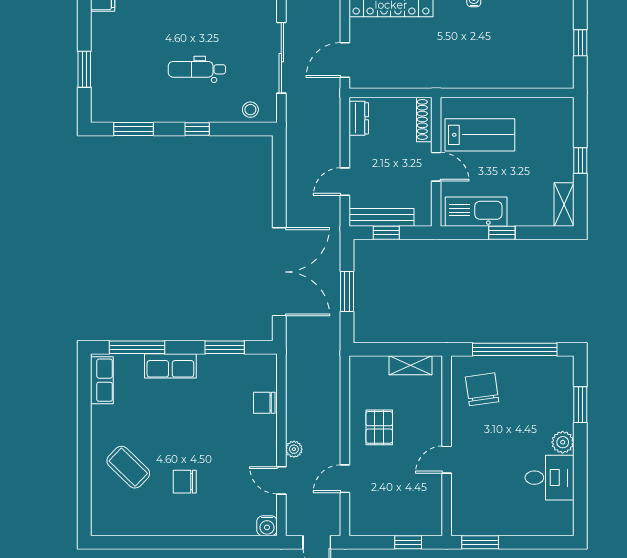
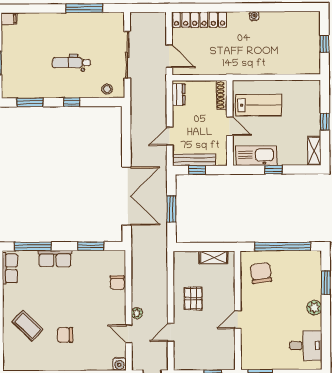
door: (345, 60) -> (169, 56), swing flipped
chair: (264, 403) -> (117, 283), turned -90
desk: (549, 478) -> (306, 345), moved

